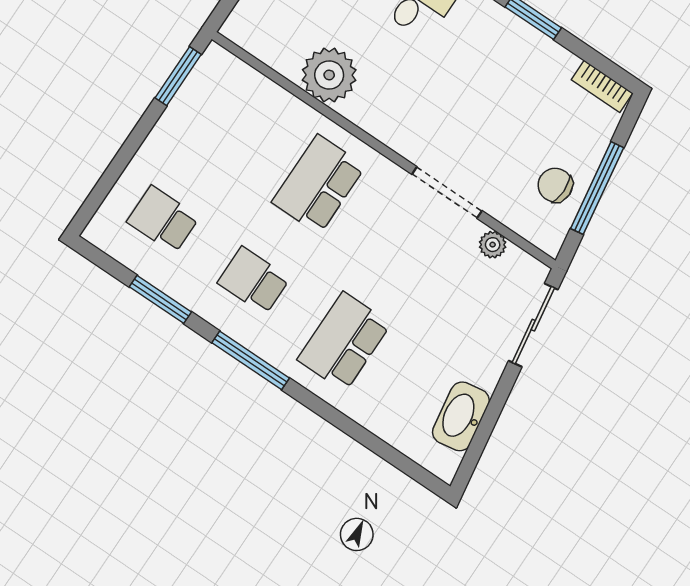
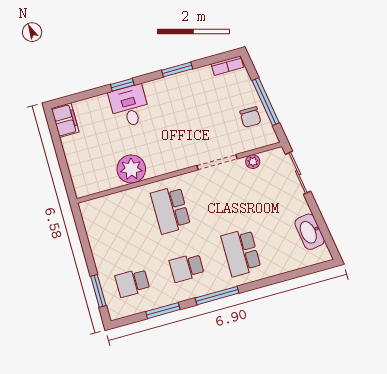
window: (178, 76) -> (98, 291), moved
chair: (555, 185) -> (250, 117), turned -90

